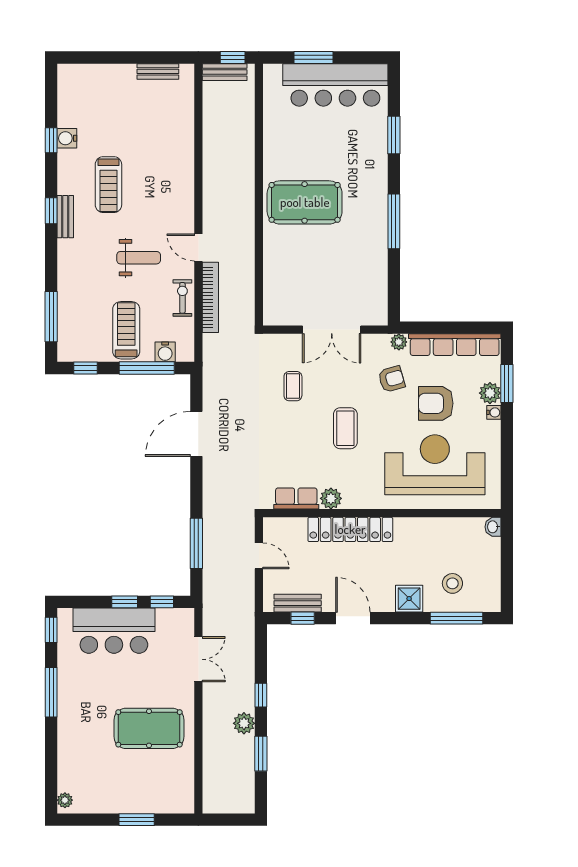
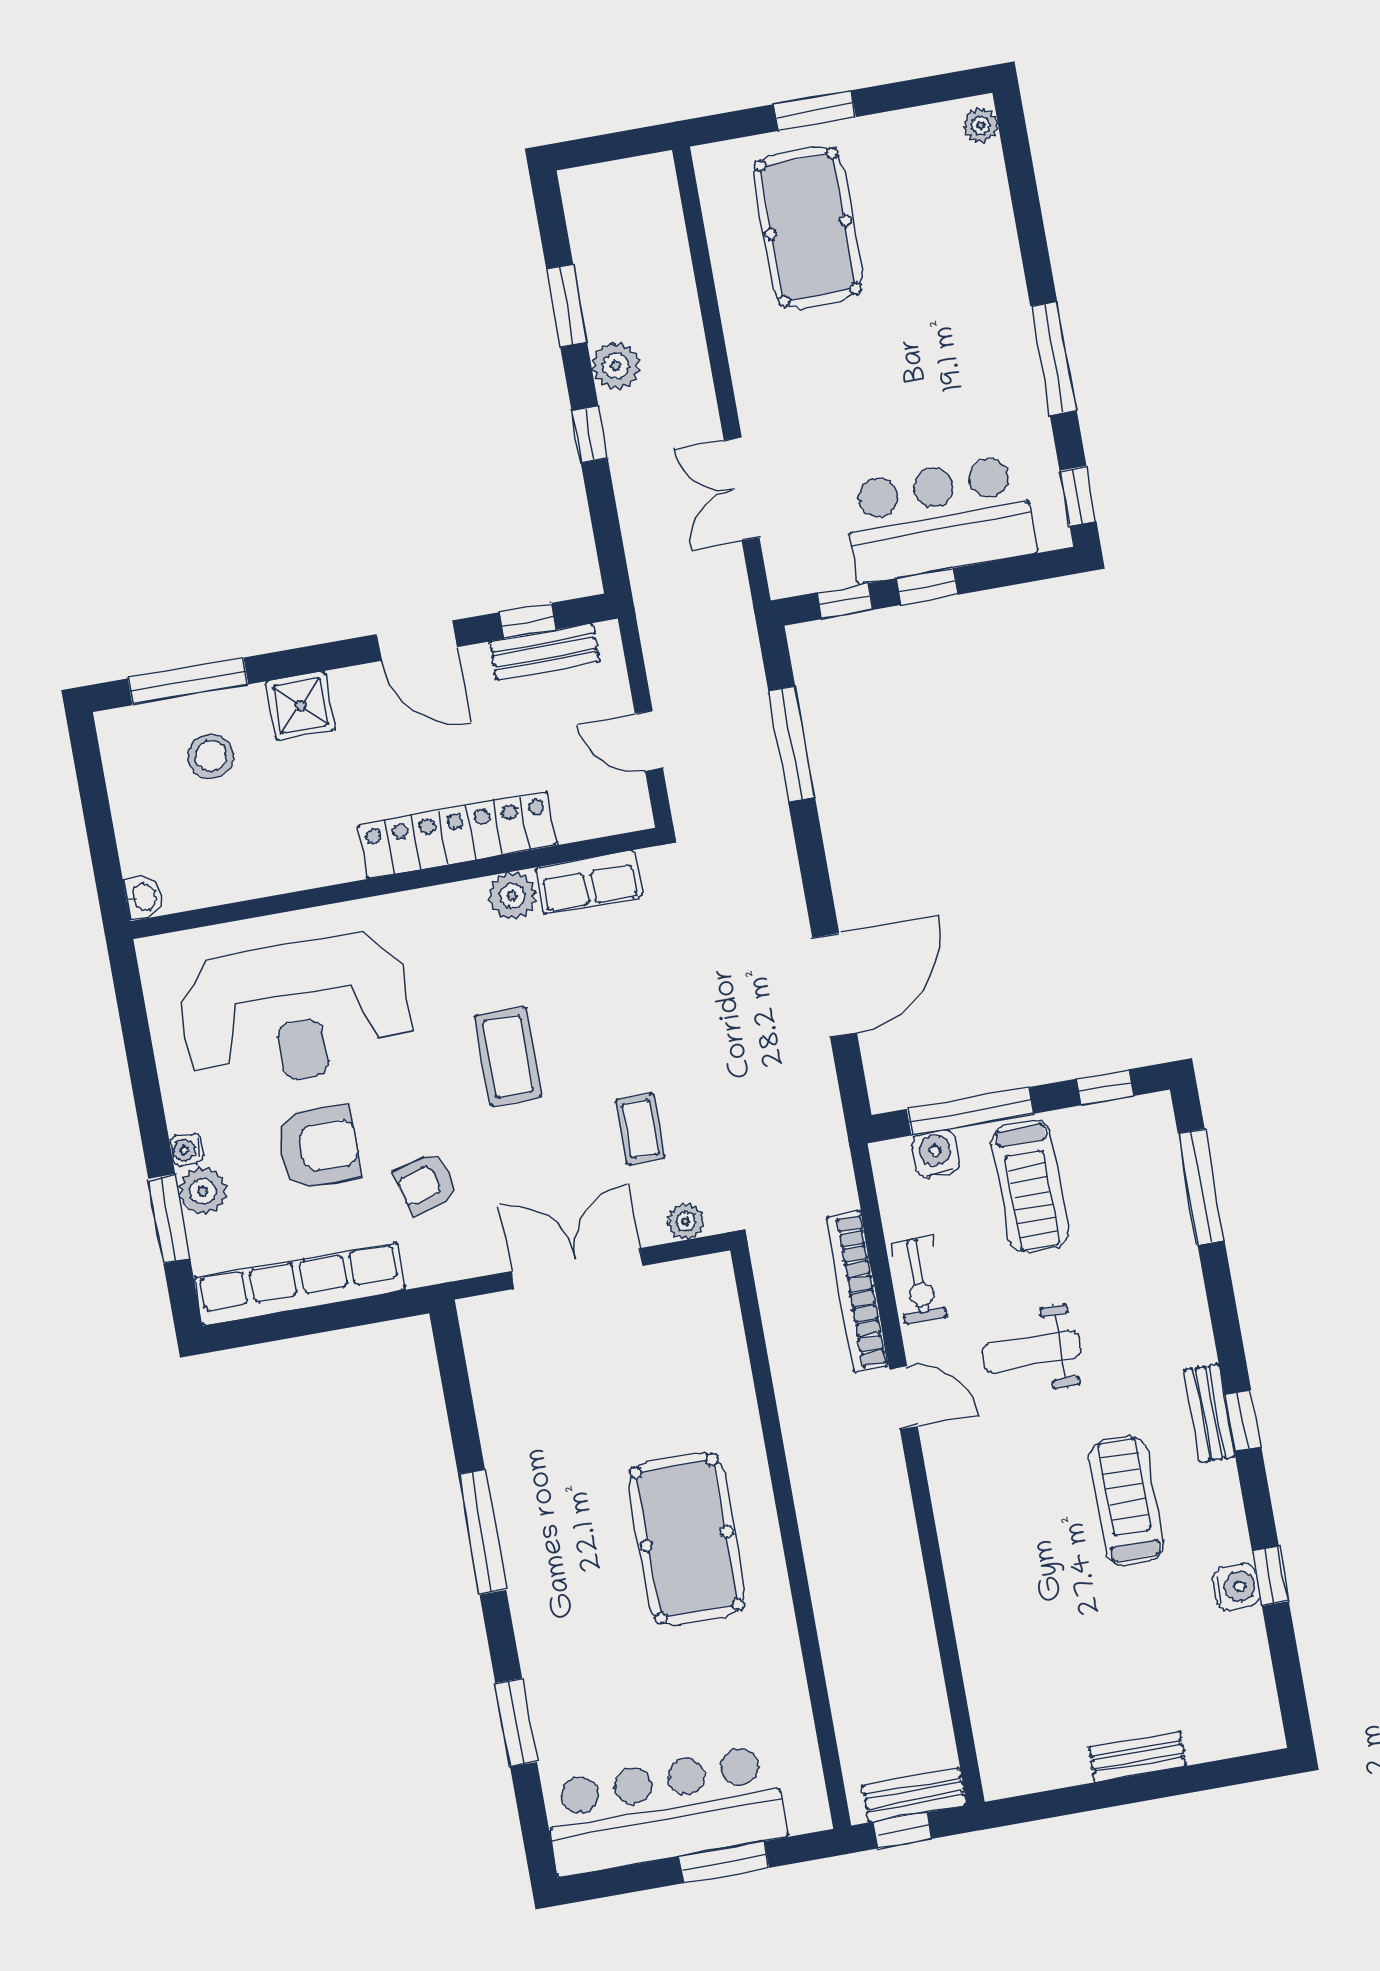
bench: (158, 71) -> (1137, 1757), moved
pool table: (305, 202) -> (687, 1539), turned 90
plant: (399, 342) -> (686, 1221), moved
pool table: (149, 728) -> (808, 227), moved, turned 90

